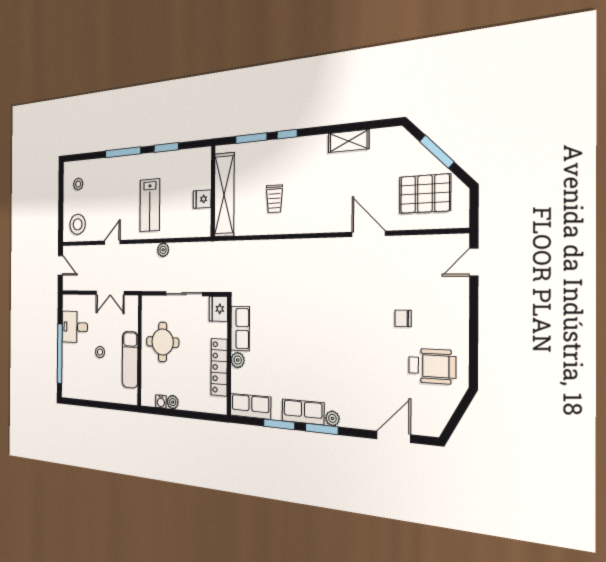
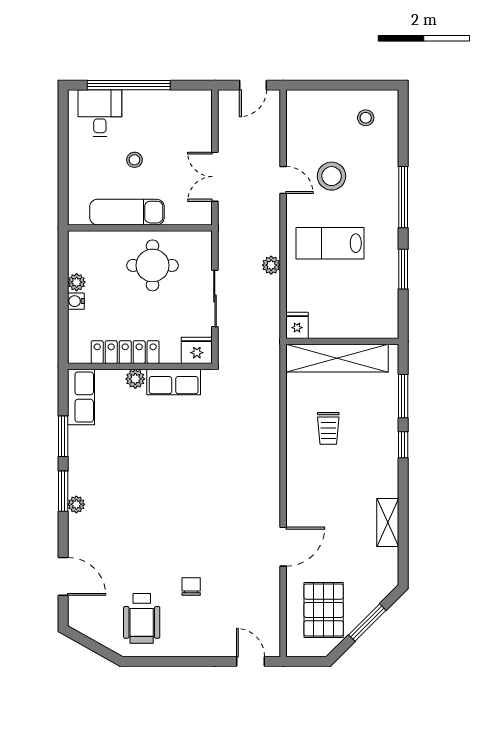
fridge: (202, 199) -> (297, 325), moved
trolley: (274, 199) -> (328, 428), turned -90
stool: (78, 224) -> (332, 176), moved
desk: (75, 327) -> (100, 113), moved
water cooler: (161, 401) -> (76, 301), moved
row of seats: (303, 412) -> (80, 467), removed

